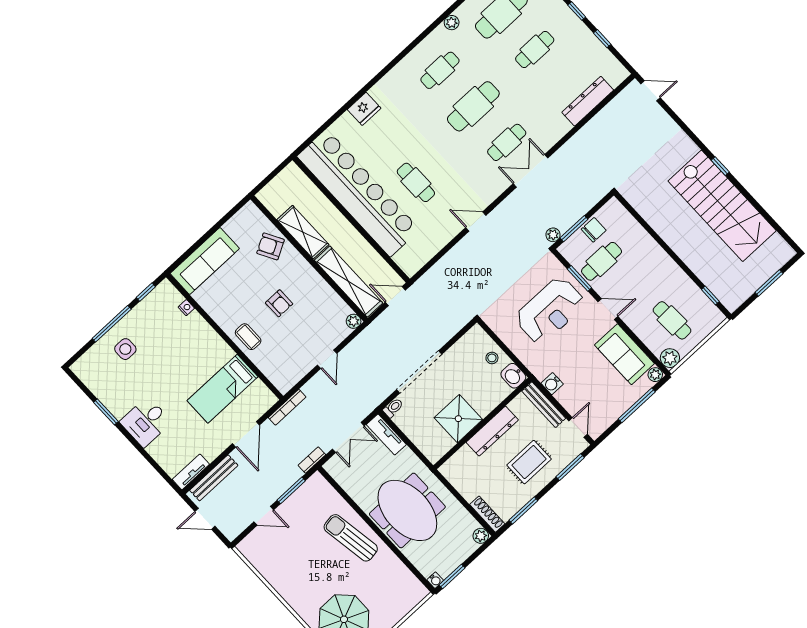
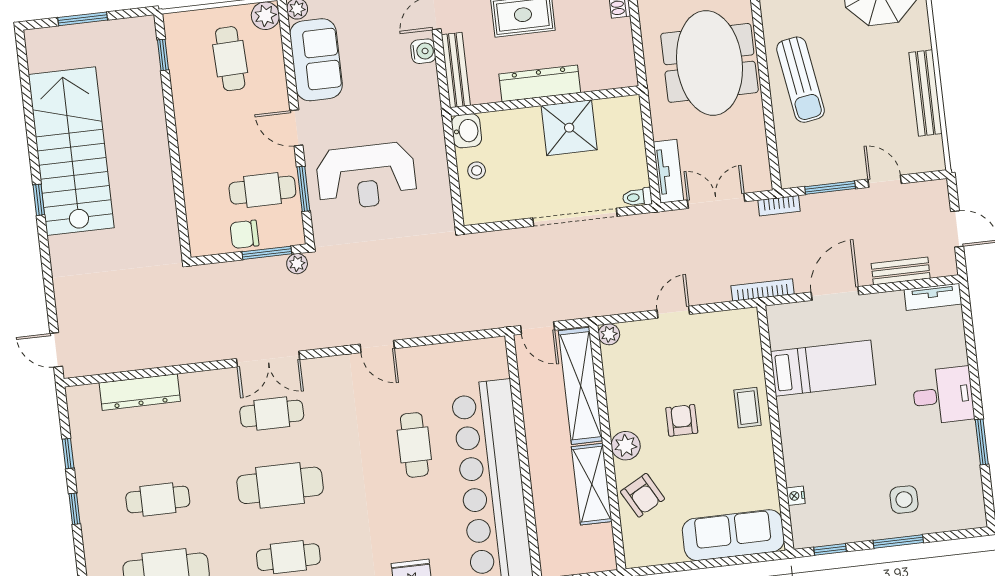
plant: (300, 267) -> (626, 446), added
reception desk: (550, 311) -> (366, 176), turned 180
window: (112, 324) -> (898, 541), width x0.69
water cooler: (552, 384) -> (423, 51), moved
bench: (214, 478) -> (901, 271), width x0.73
bench: (277, 581) -> (925, 93), added

